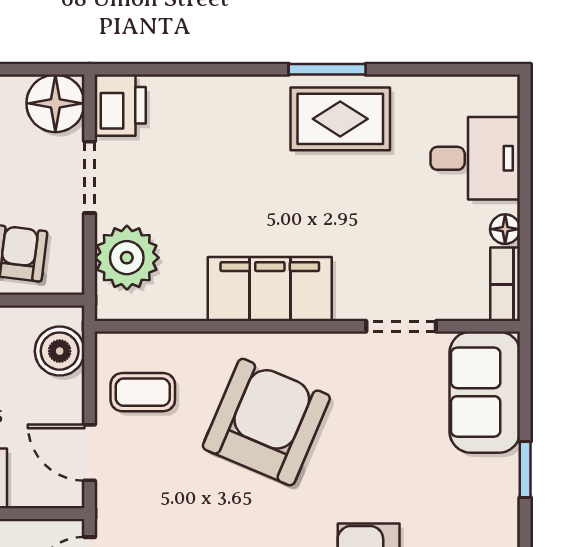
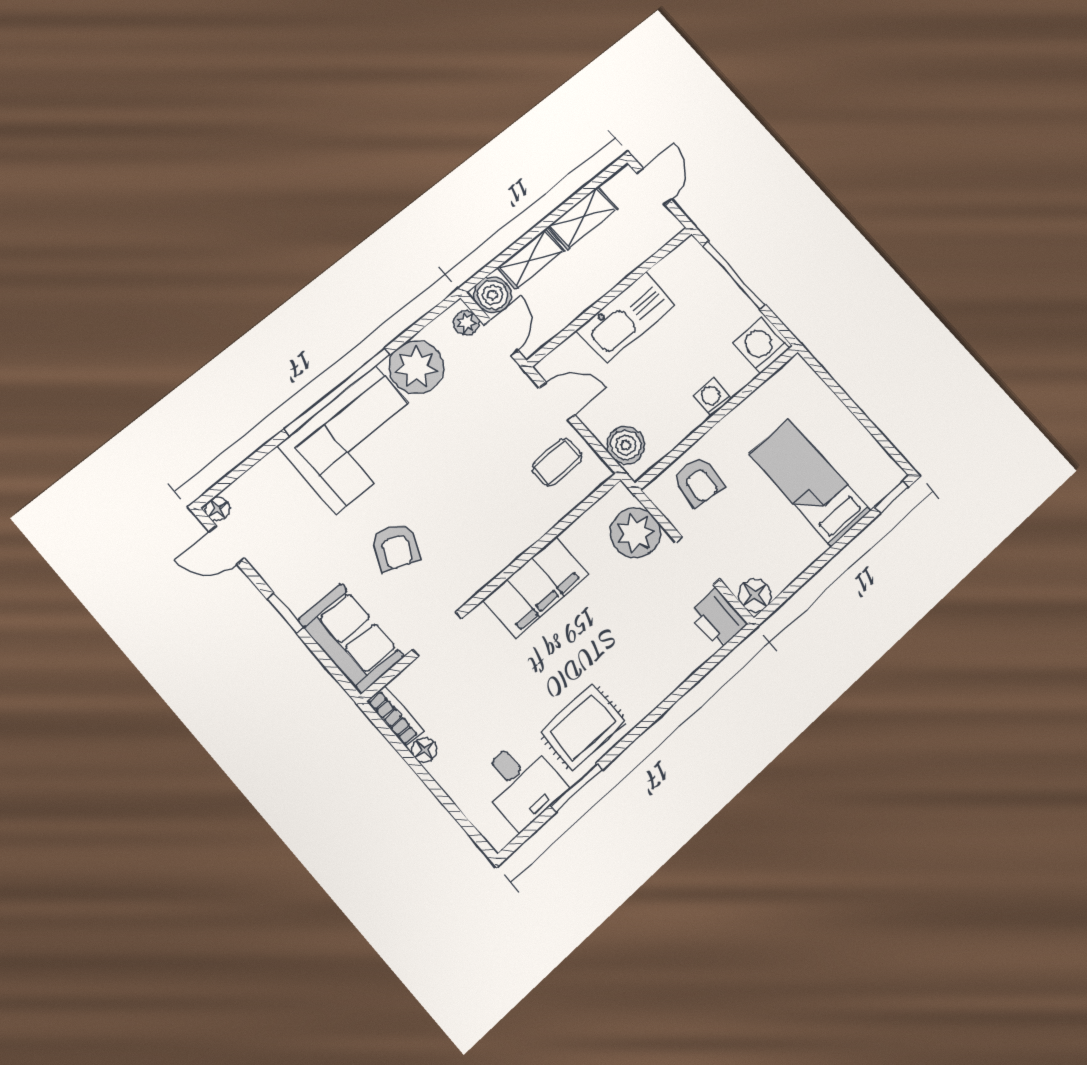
window: (327, 69) -> (576, 788), moved
floor lamp: (55, 103) -> (755, 595), width x0.73, depth x0.73
desk: (475, 158) -> (521, 783), moved, turned -90
armchair: (266, 422) -> (396, 547), moved, width x0.53, depth x0.53

